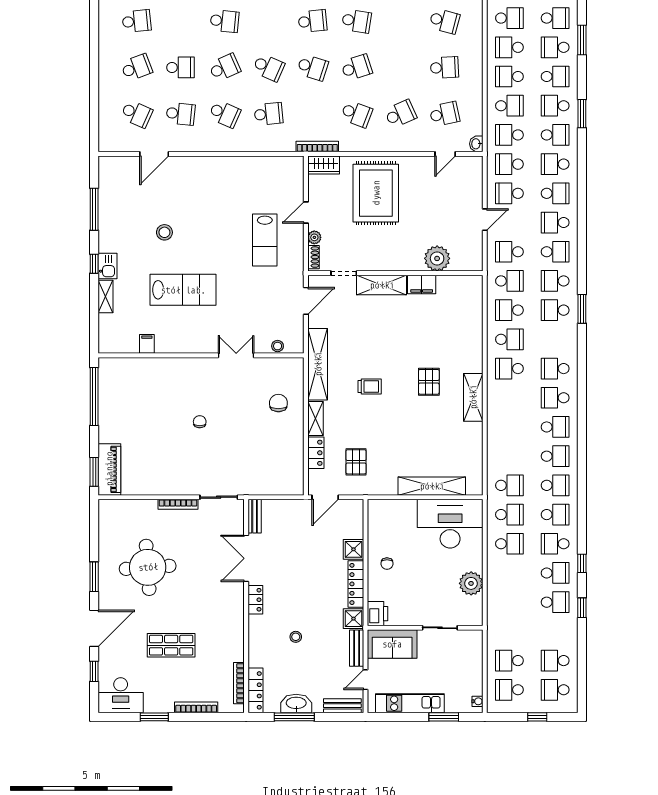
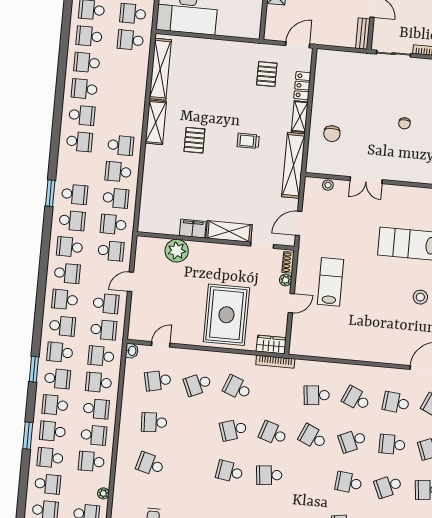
school desk: (181, 21) -> (388, 486), added
school desk: (555, 47) -> (53, 431), turned 180
school desk: (509, 135) -> (101, 356), turned 180
shelving: (432, 486) -> (160, 69), moved, turned 90

